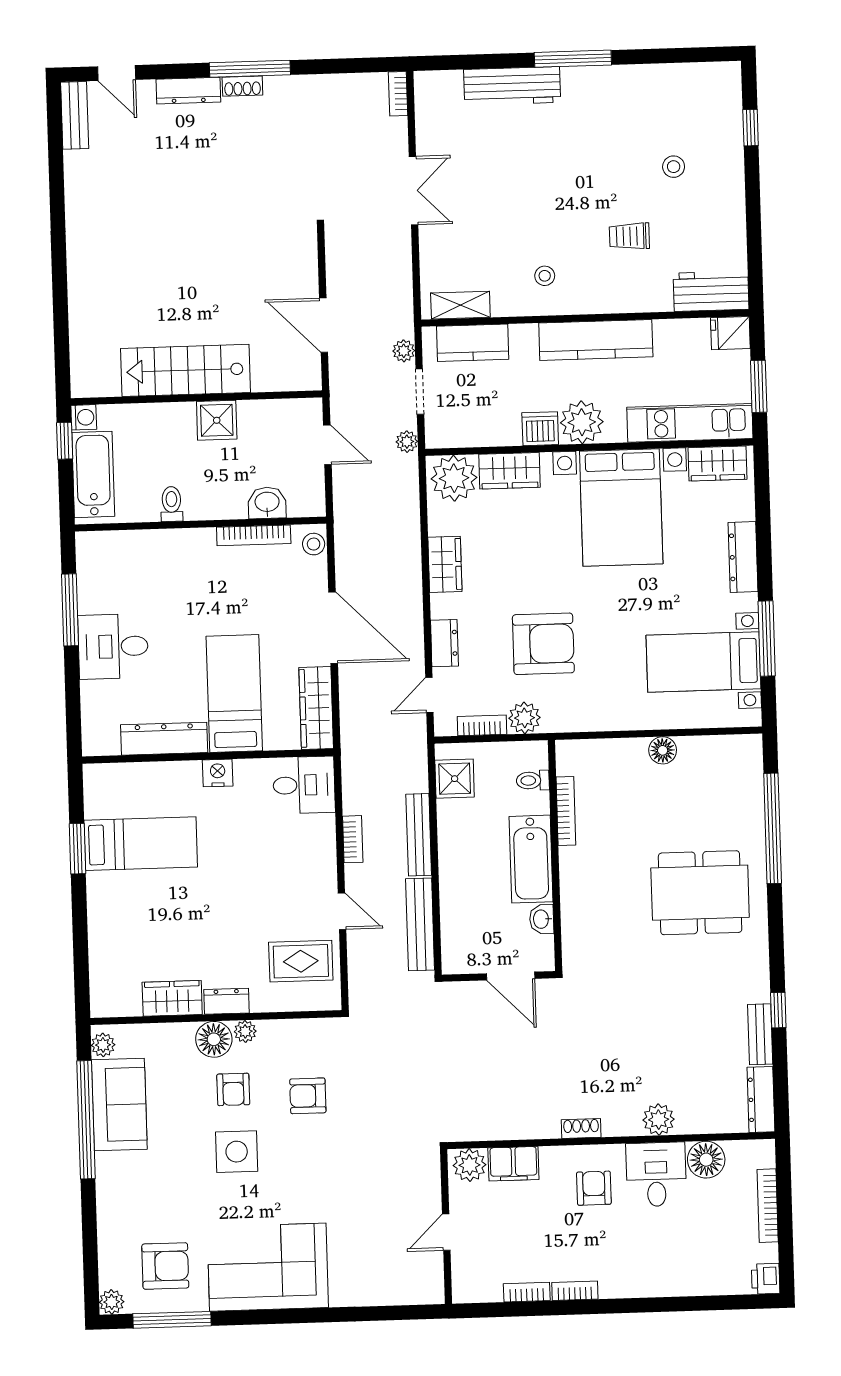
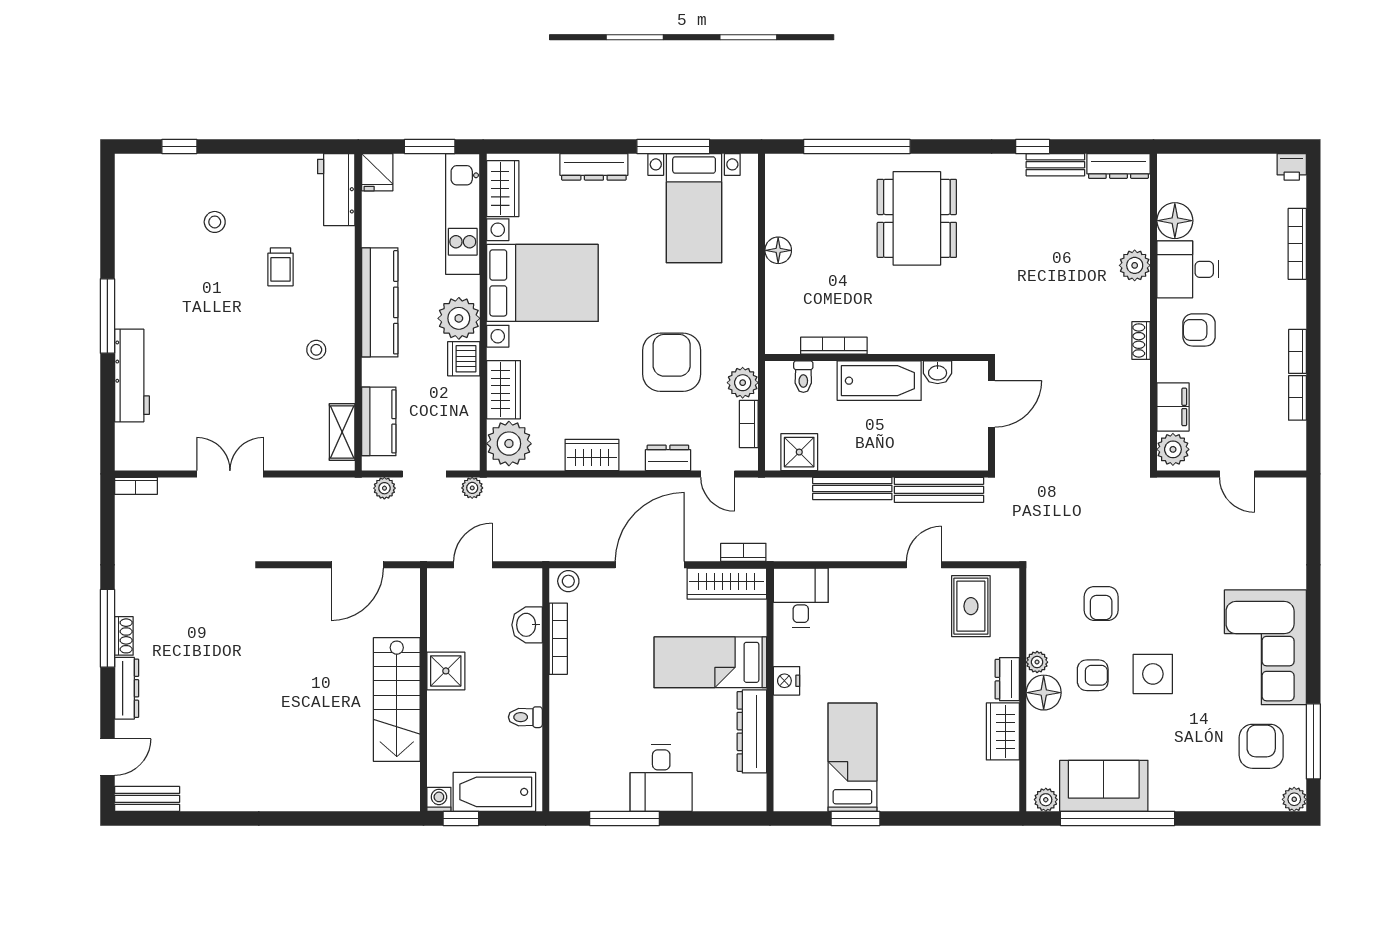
bookcase: (353, 839) -> (743, 552), moved
bookcase: (768, 1206) -> (1297, 244), moved, turned 90

